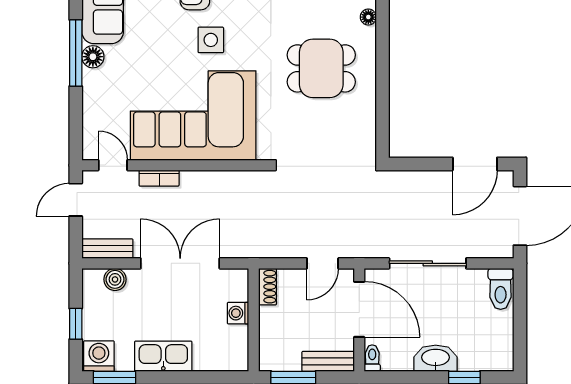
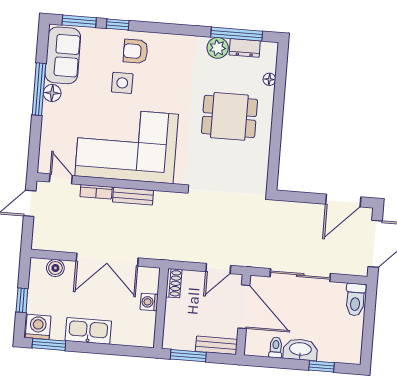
side table: (211, 40) -> (122, 83), moved
bench: (107, 249) -> (133, 196), moved
double door: (180, 263) -> (107, 260), swing flipped
toilet: (372, 358) -> (276, 347), moved

